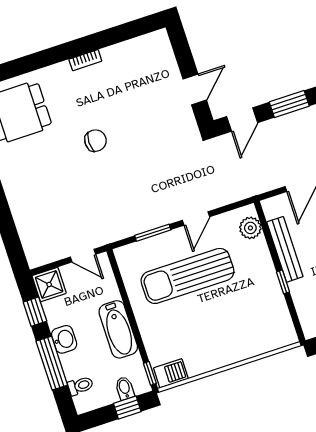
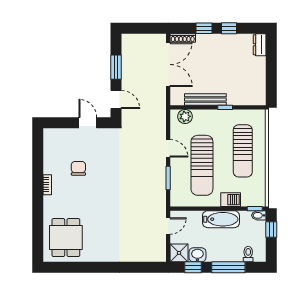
chair: (95, 141) -> (78, 168), moved
sun lounger: (228, 328) -> (243, 151), added
washbasin: (64, 339) -> (197, 255), moved
barbecue: (171, 373) -> (231, 200), moved, turned 90
bidet: (125, 388) -> (259, 215), moved

